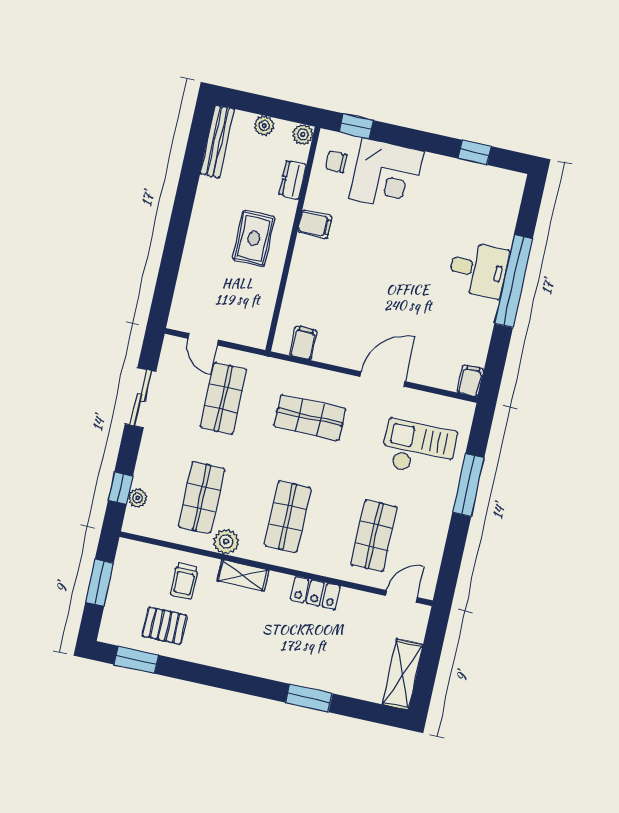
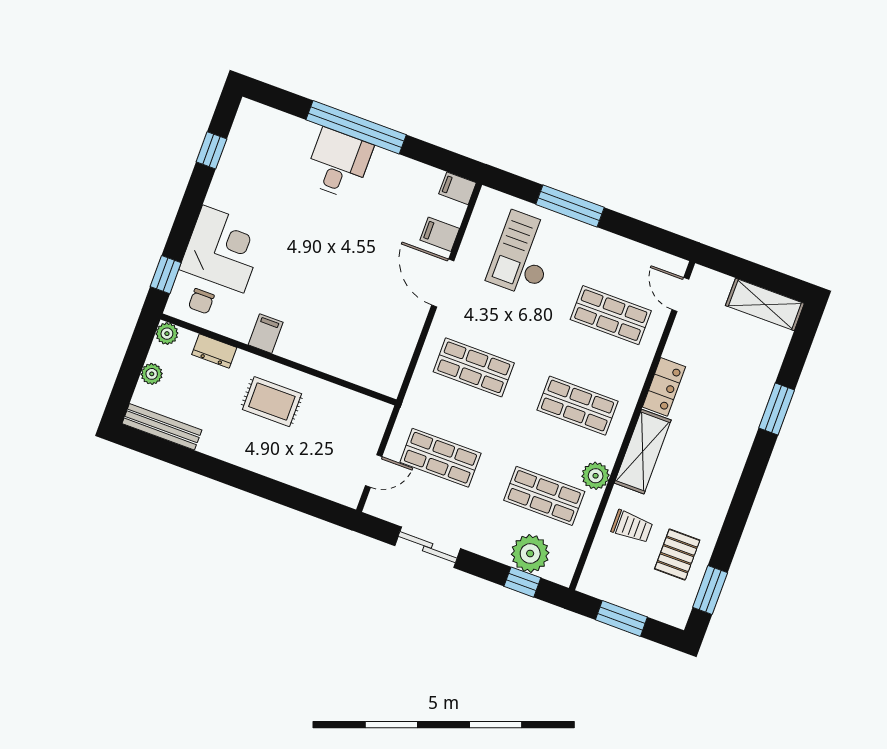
filing cabinet: (303, 343) -> (440, 234), moved
shop shelf: (310, 418) -> (474, 367), turned 90
plant: (138, 498) -> (530, 553), width x1.87, depth x1.87
shelving: (243, 575) -> (643, 452), width x1.50, depth x1.33

